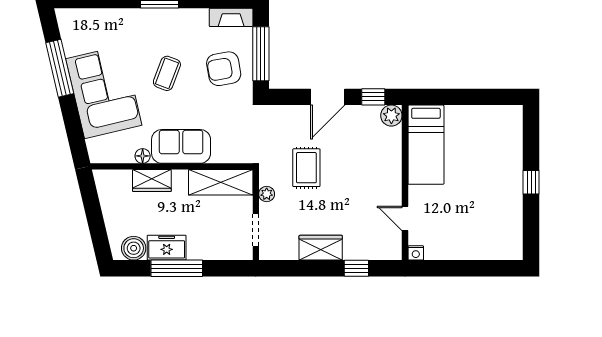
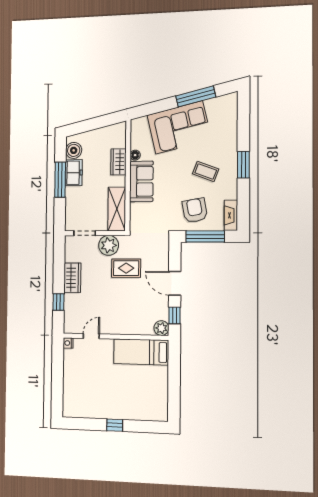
coffee table: (167, 73) -> (206, 171), moved
plant: (267, 194) -> (109, 245), width x1.88, depth x1.88

